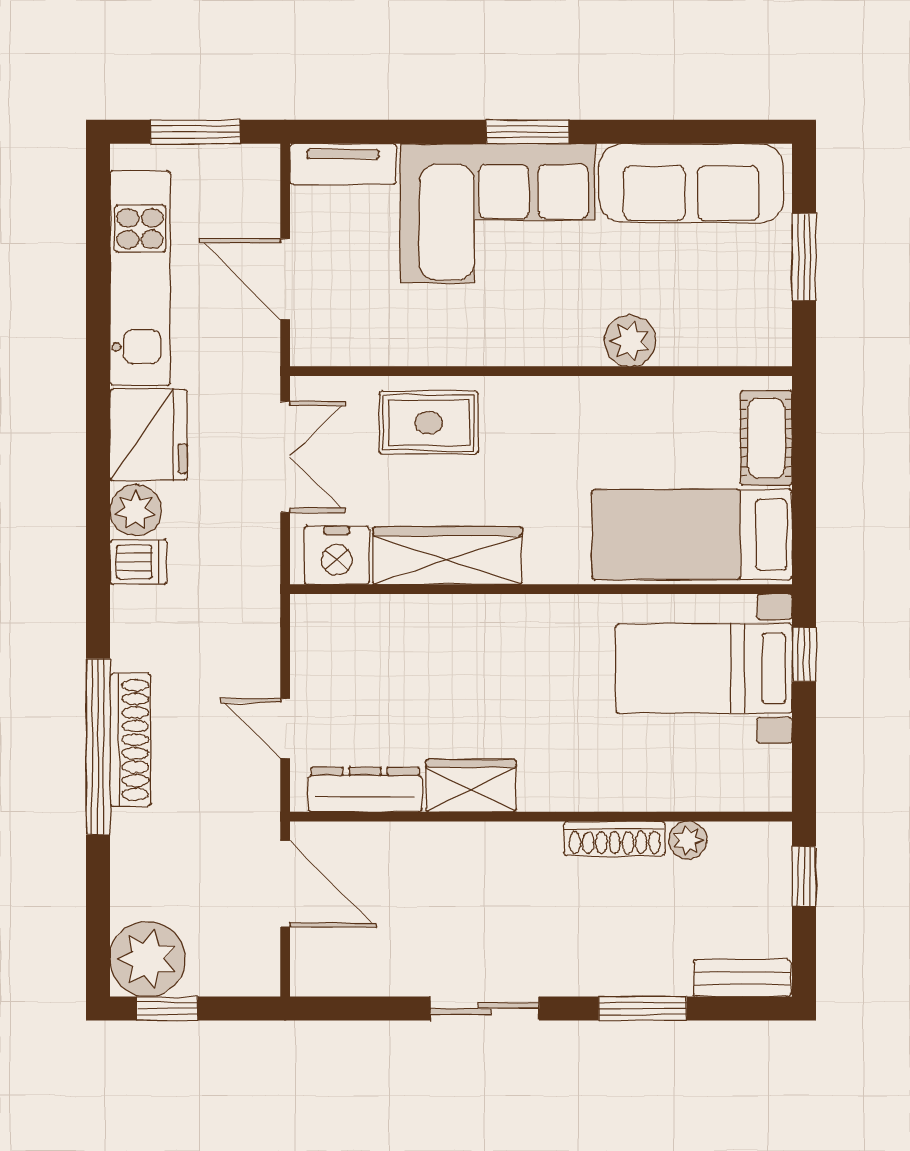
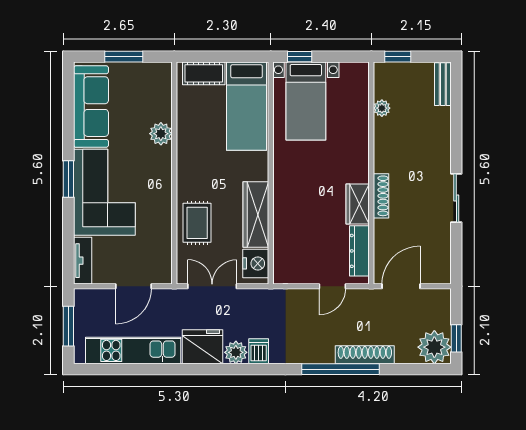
shoe rack: (130, 740) -> (365, 355), moved
shoe rack: (615, 838) -> (381, 196), moved
window: (643, 1009) -> (456, 128), removed

